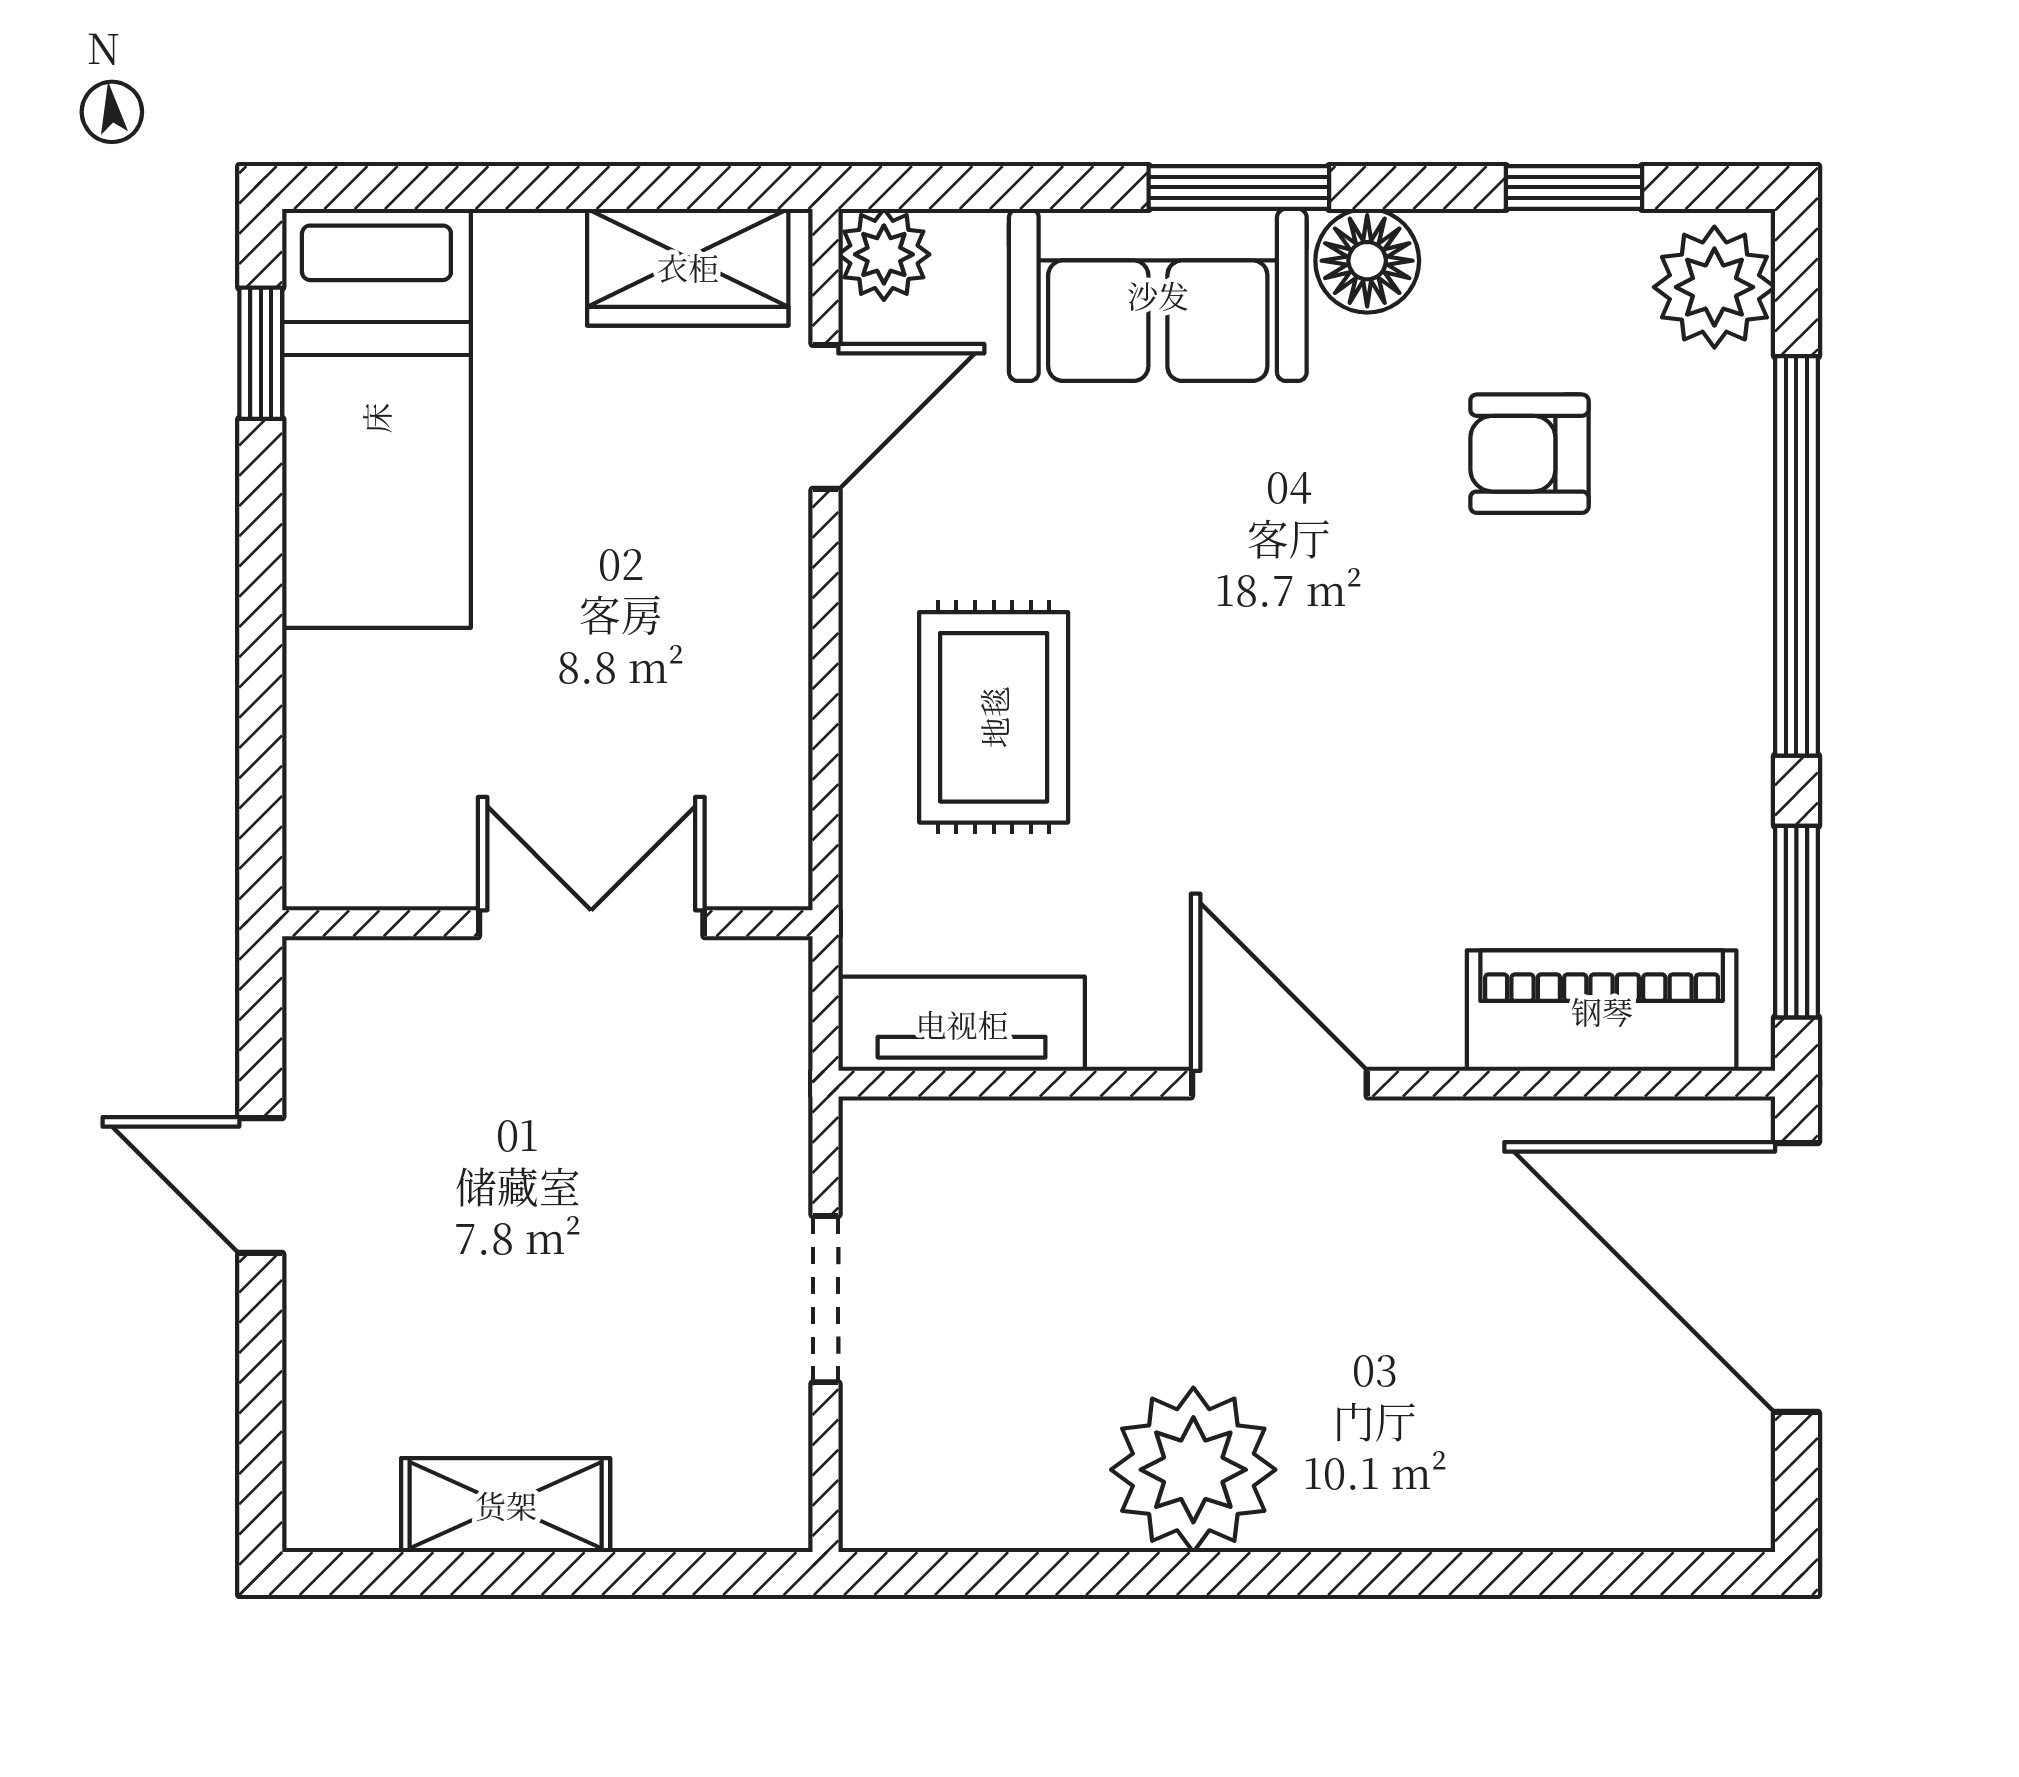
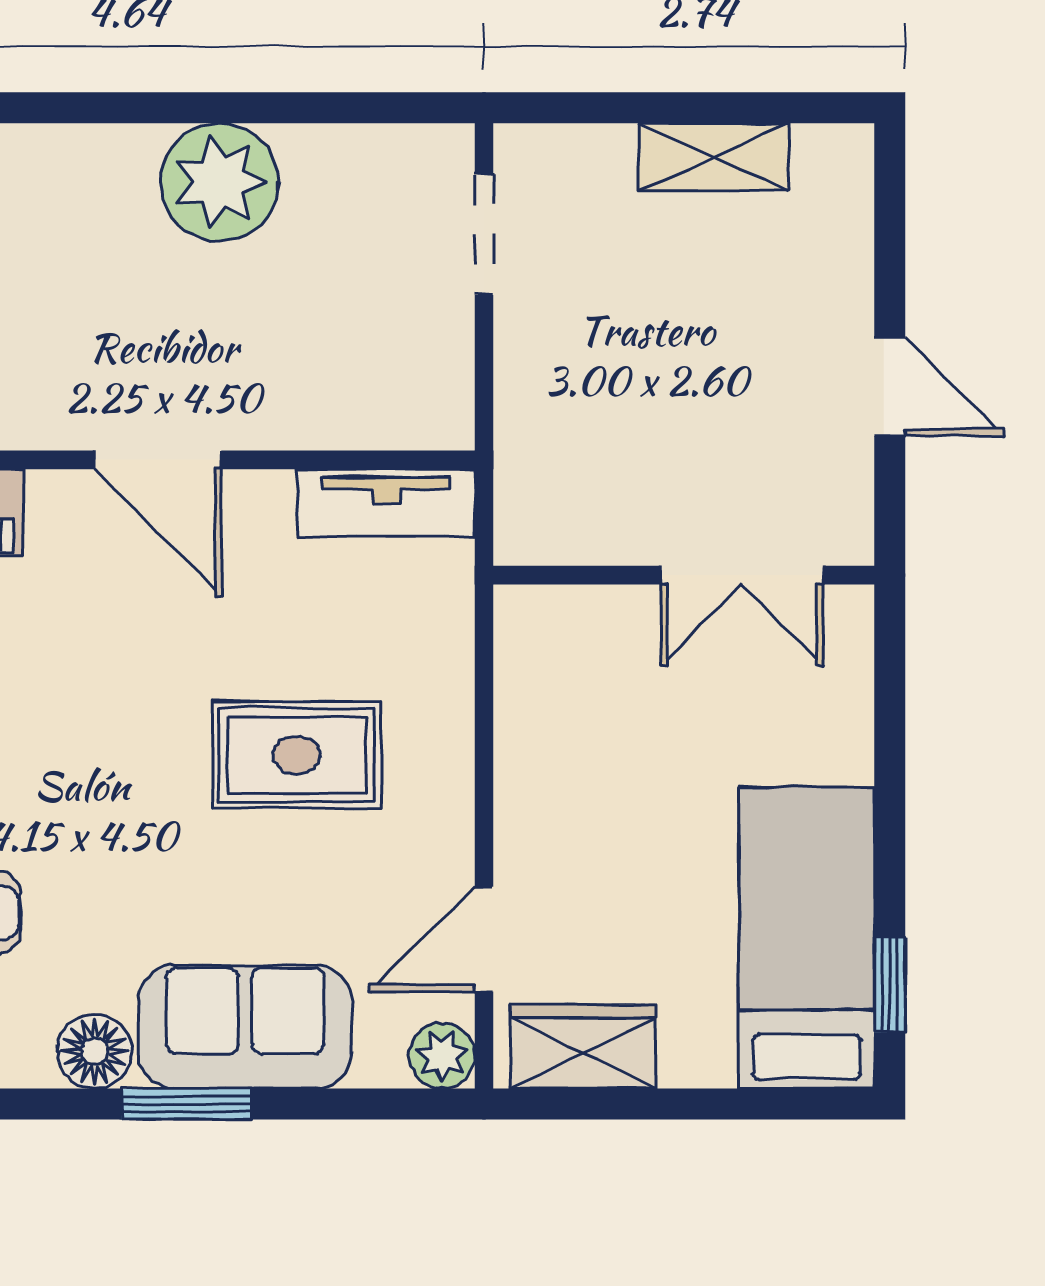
rug: (994, 717) -> (297, 755), moved, turned 90
double door: (591, 923) -> (742, 575), moved
doorway: (825, 1299) -> (484, 235), moved

